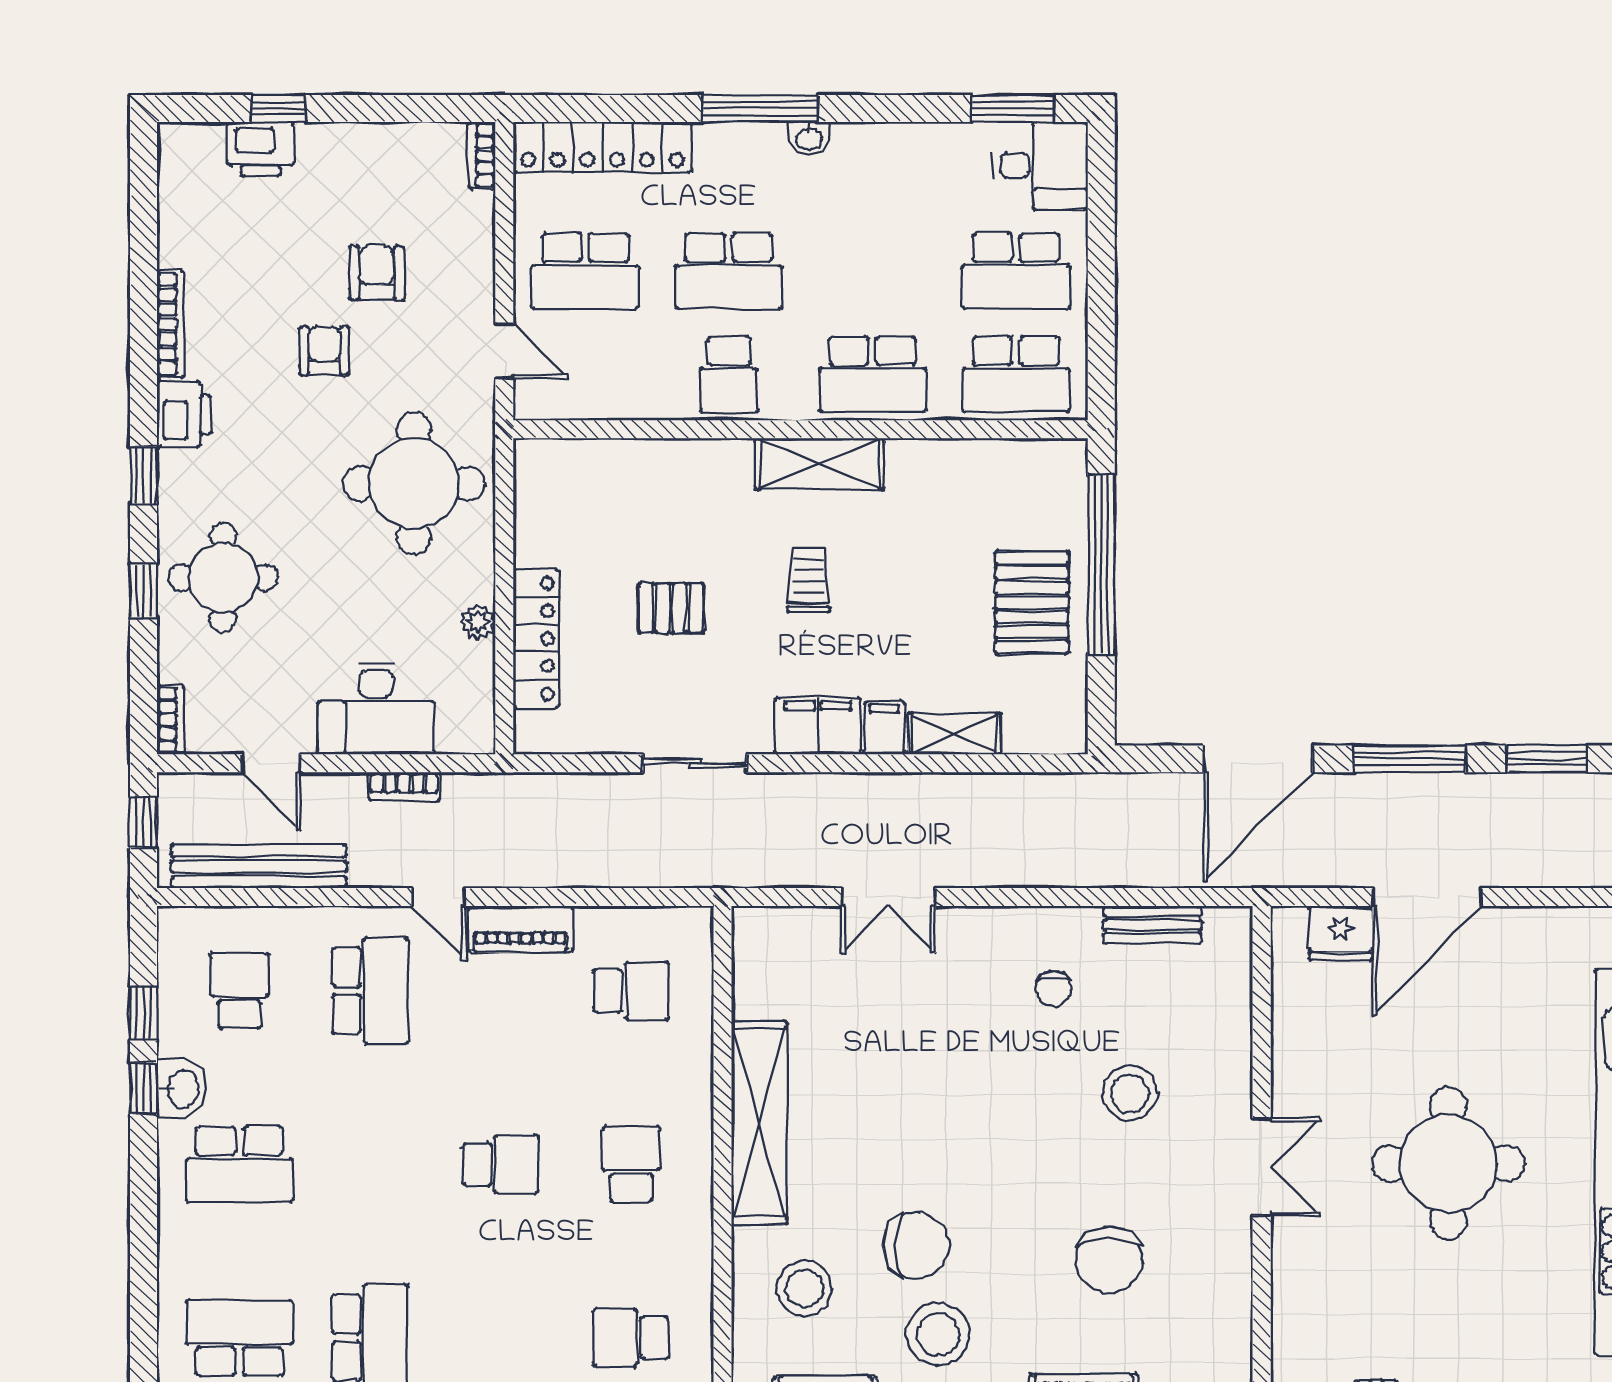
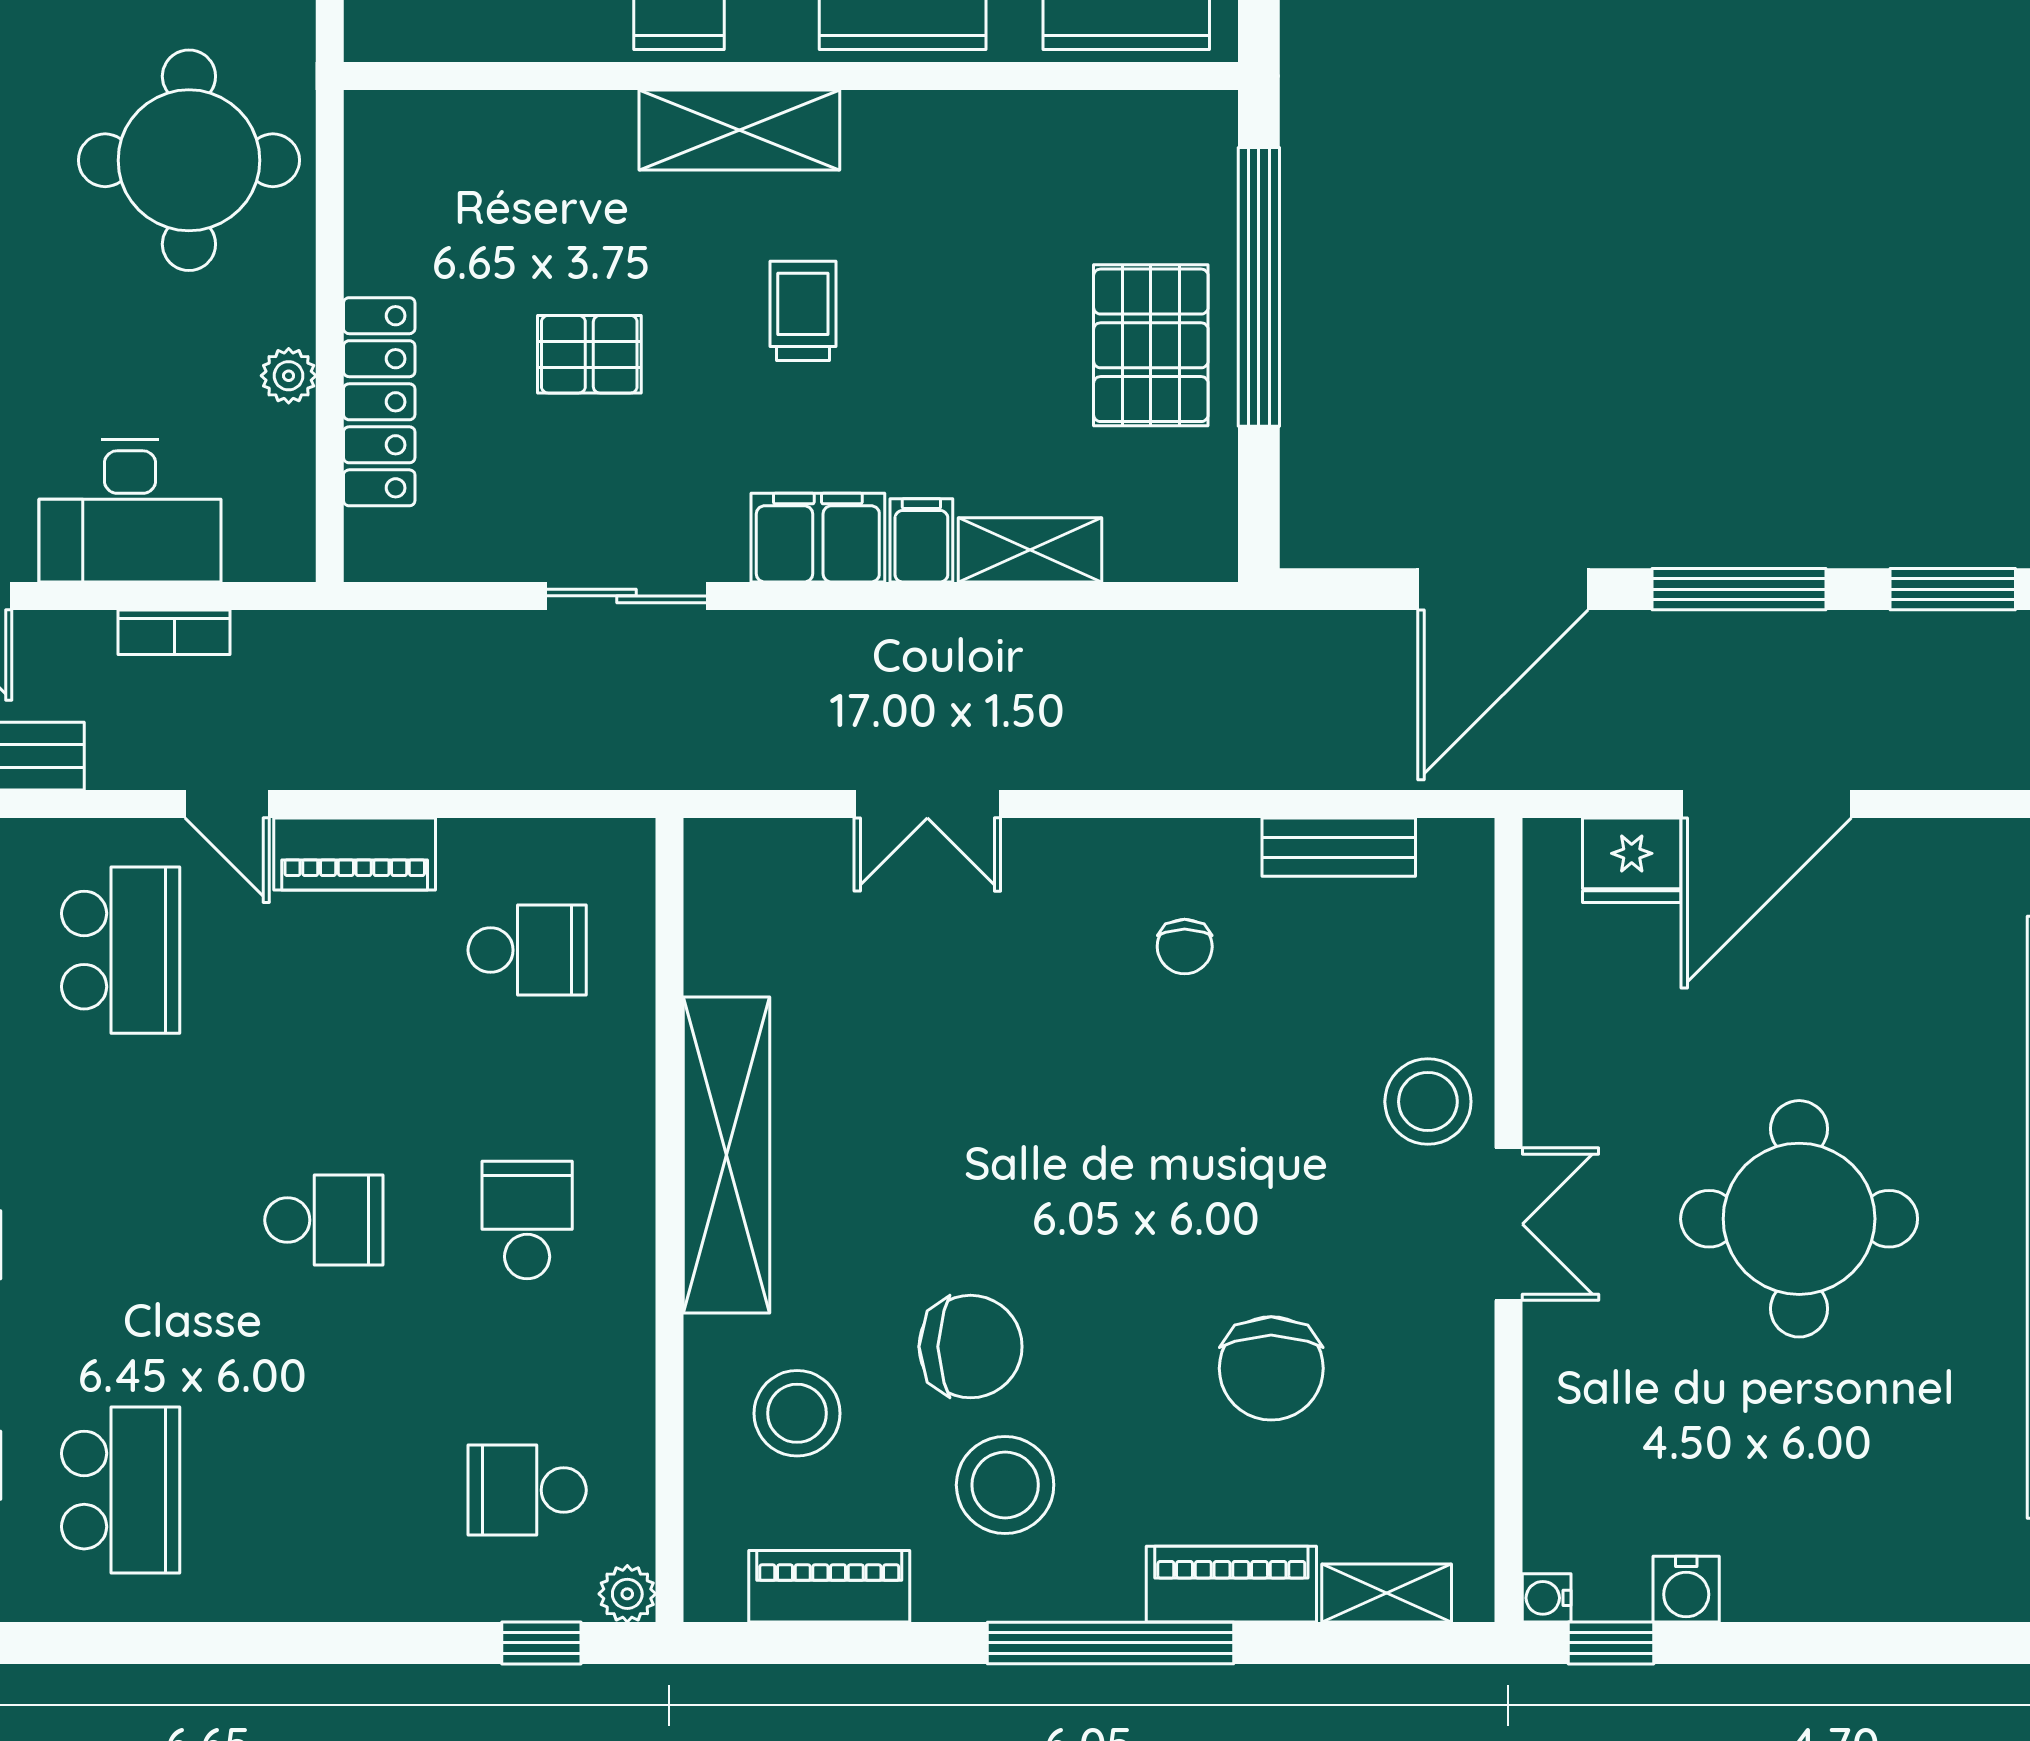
shelving: (820, 464) -> (739, 130), moved
stool: (1130, 1093) -> (1428, 1102), moved

